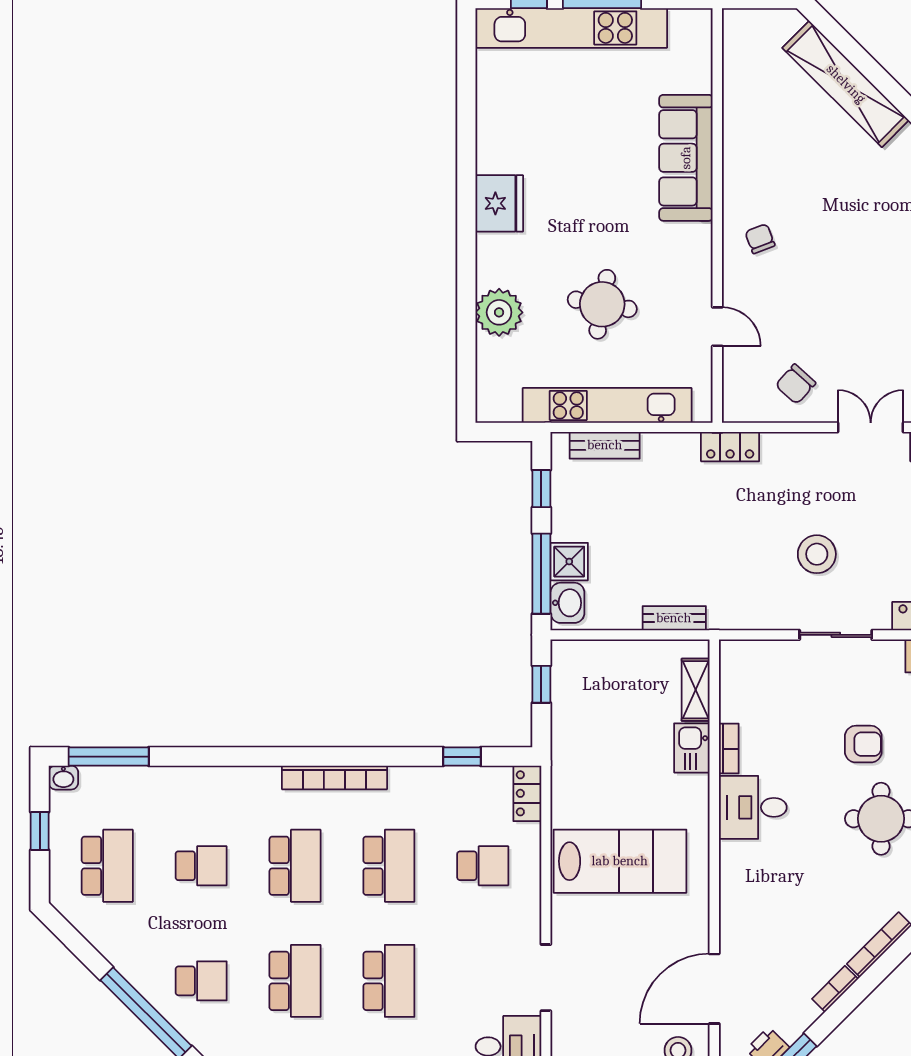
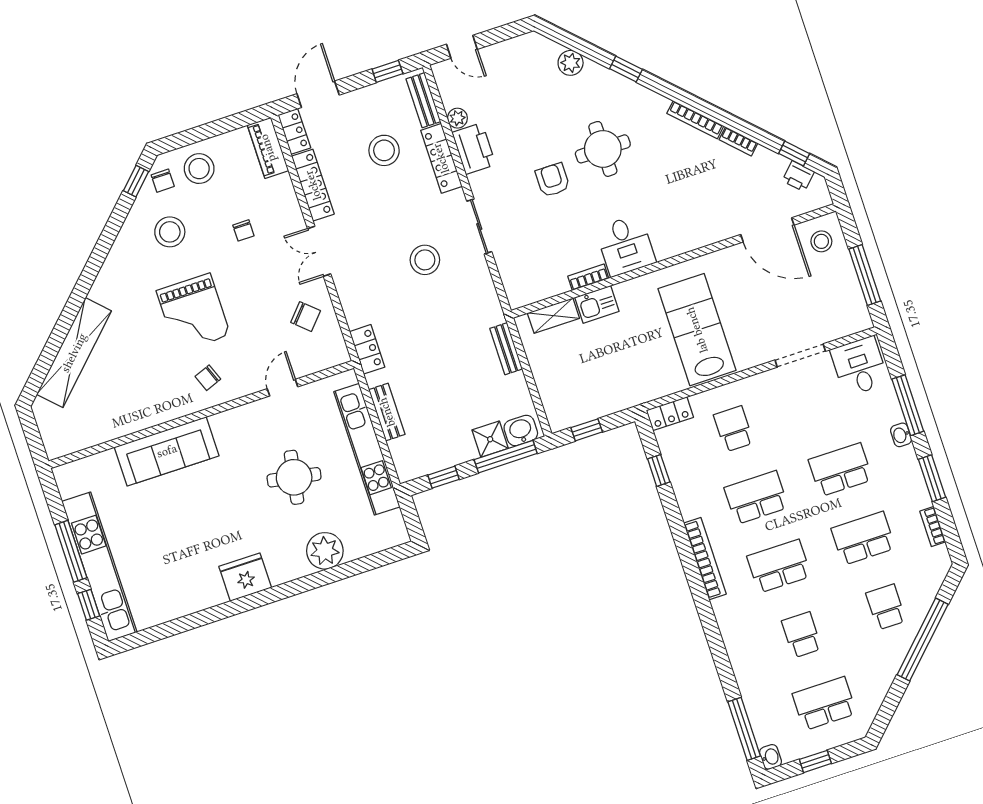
grand piano: (846, 247) -> (193, 313), added
bench: (605, 445) -> (387, 412), moved

